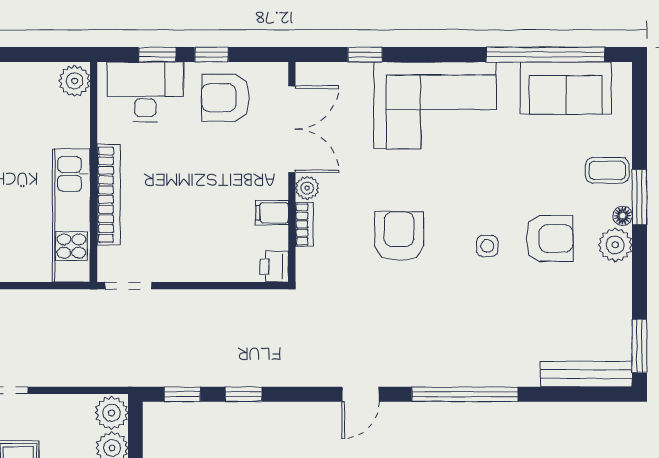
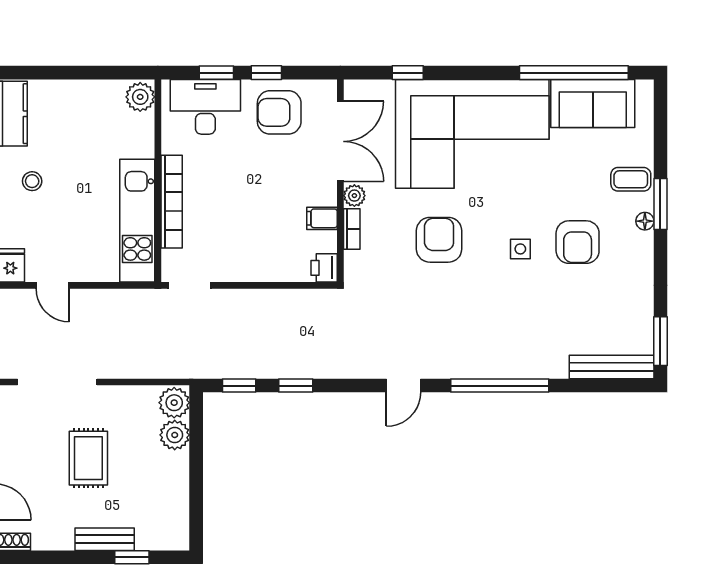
corner sofa: (435, 105) -> (472, 134), width x1.36, depth x1.36
armchair: (549, 238) -> (578, 242), turned 90
plant: (615, 245) -> (638, 248), removed

